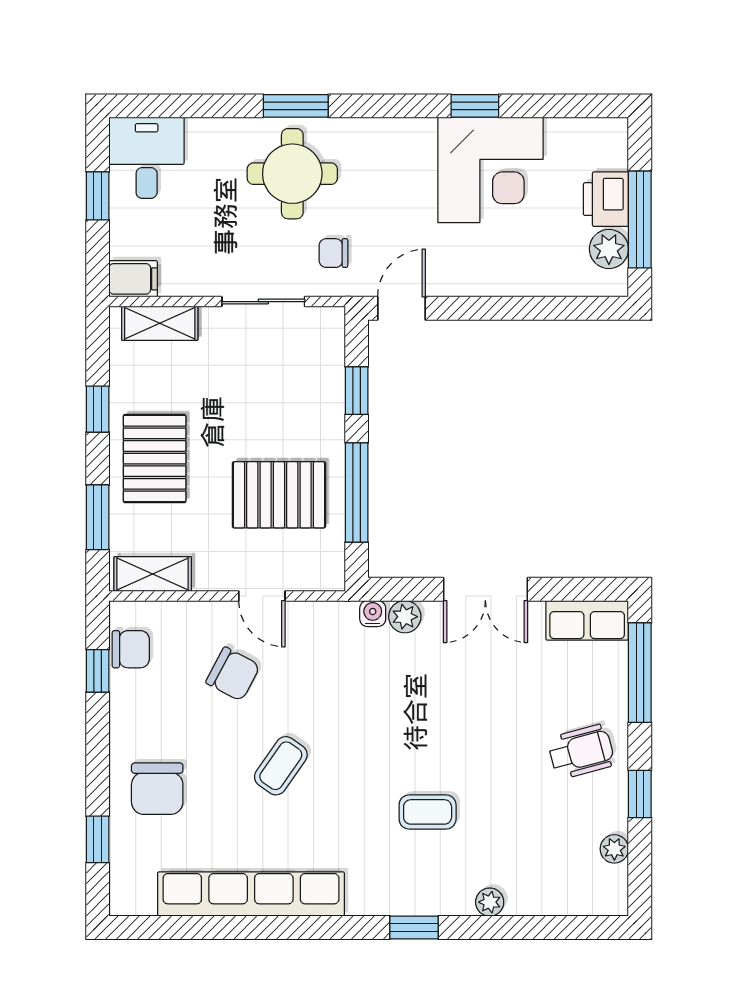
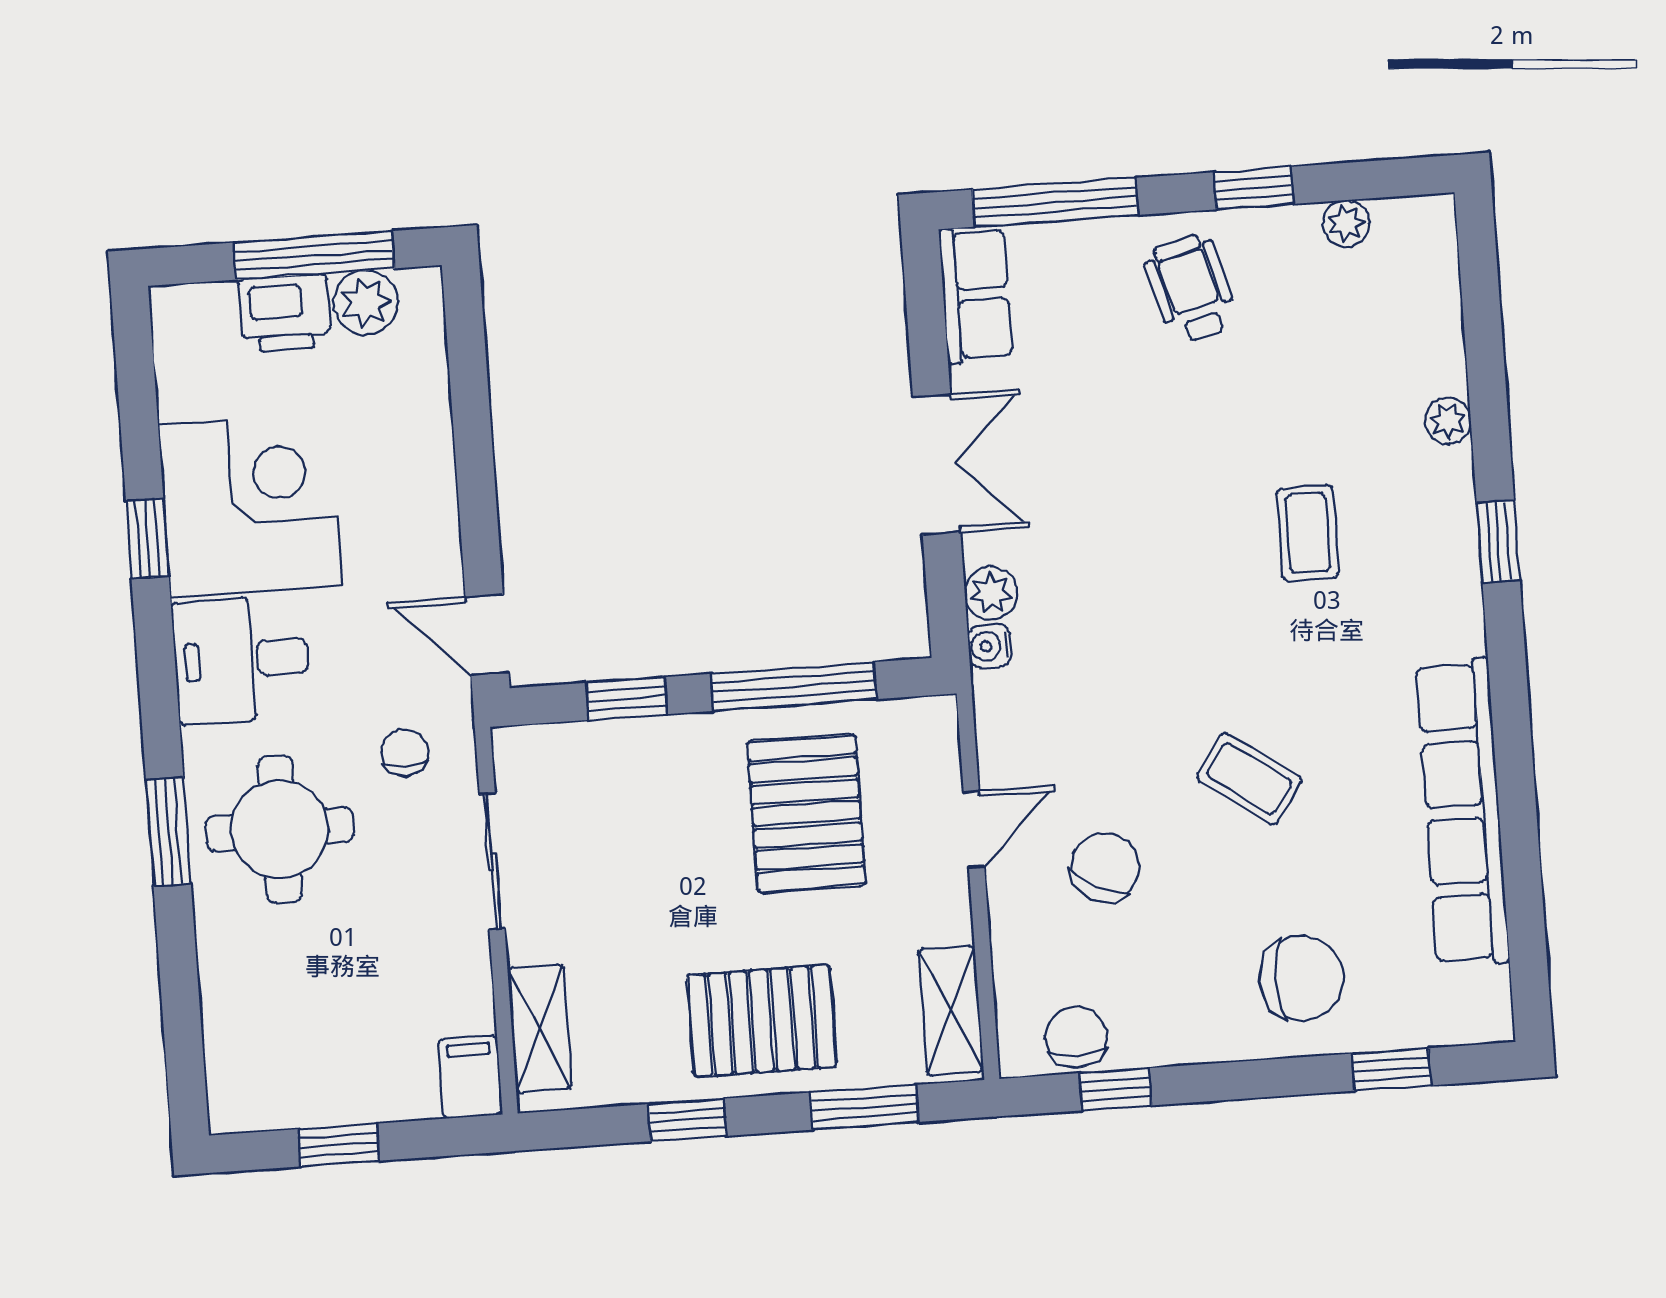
desk: (147, 158) -> (241, 660), moved
chair: (333, 253) -> (405, 753), turned 180

